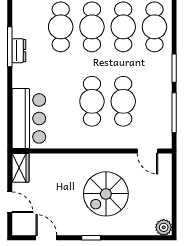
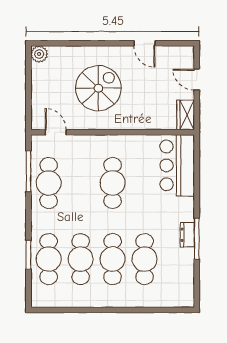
window: (174, 68) -> (28, 255), moved
cafe table: (123, 101) -> (49, 183), moved
door: (46, 238) -> (144, 43), moved
window: (91, 238) -> (113, 43), removed

